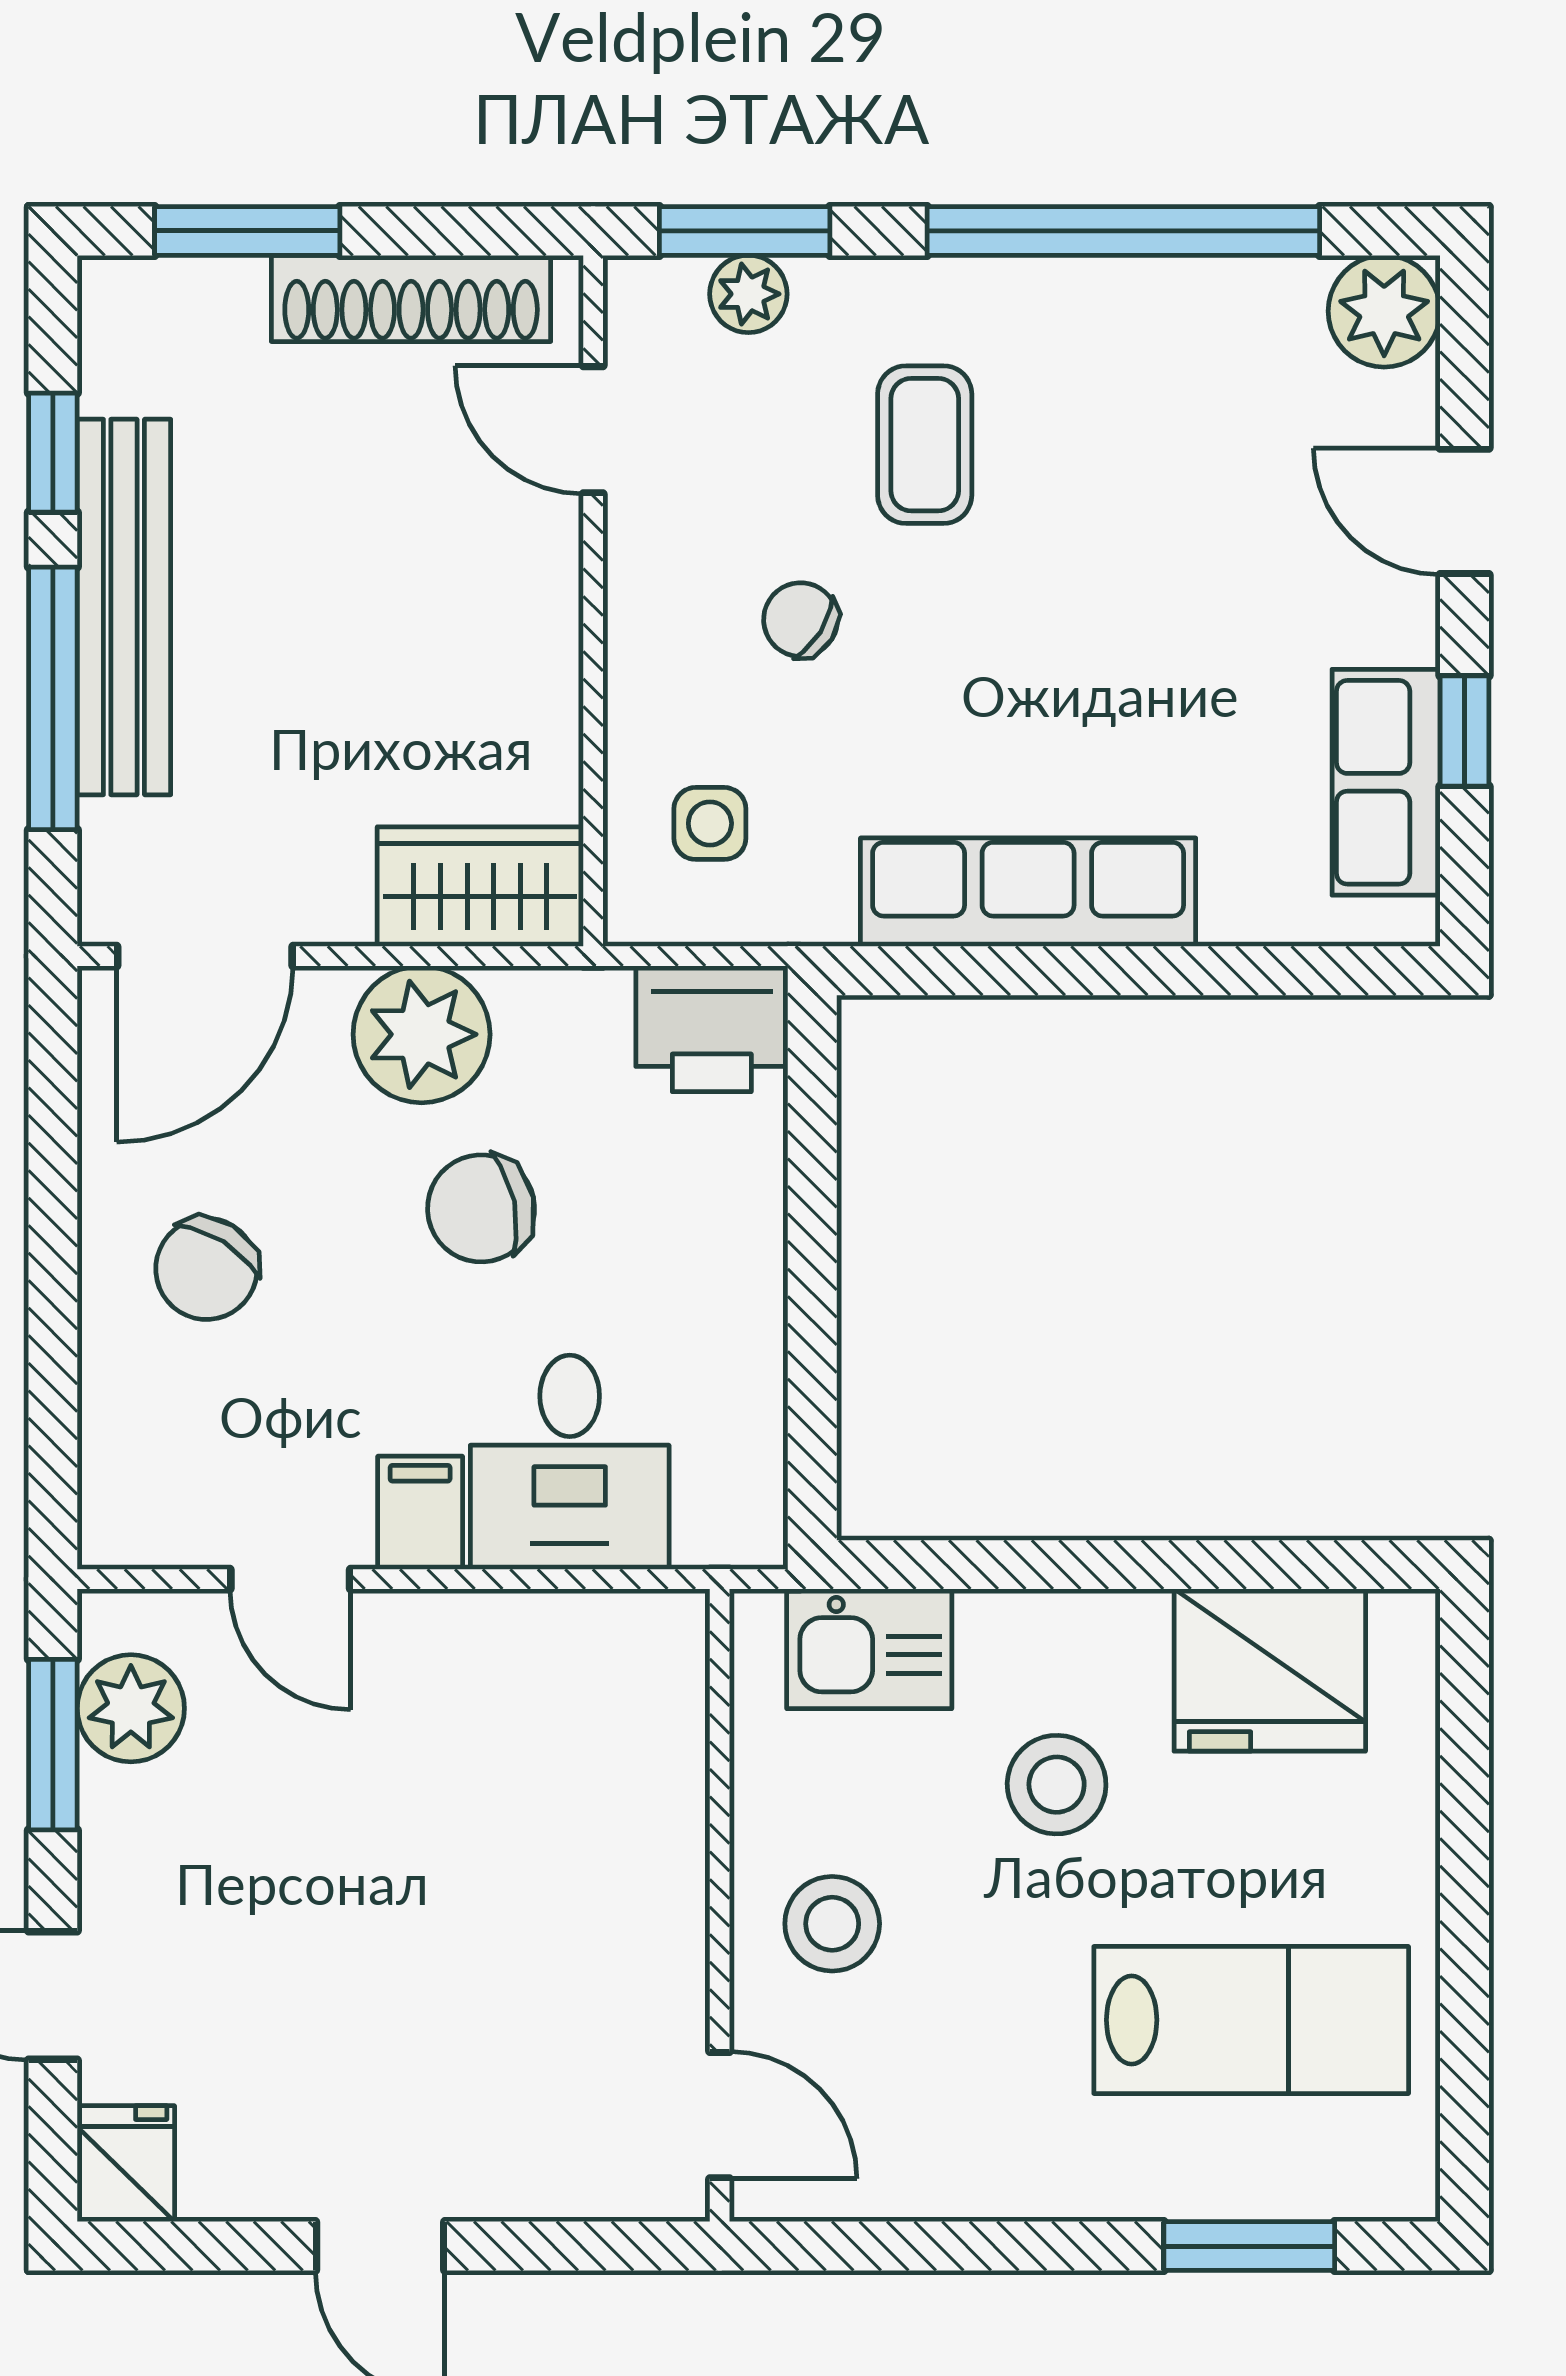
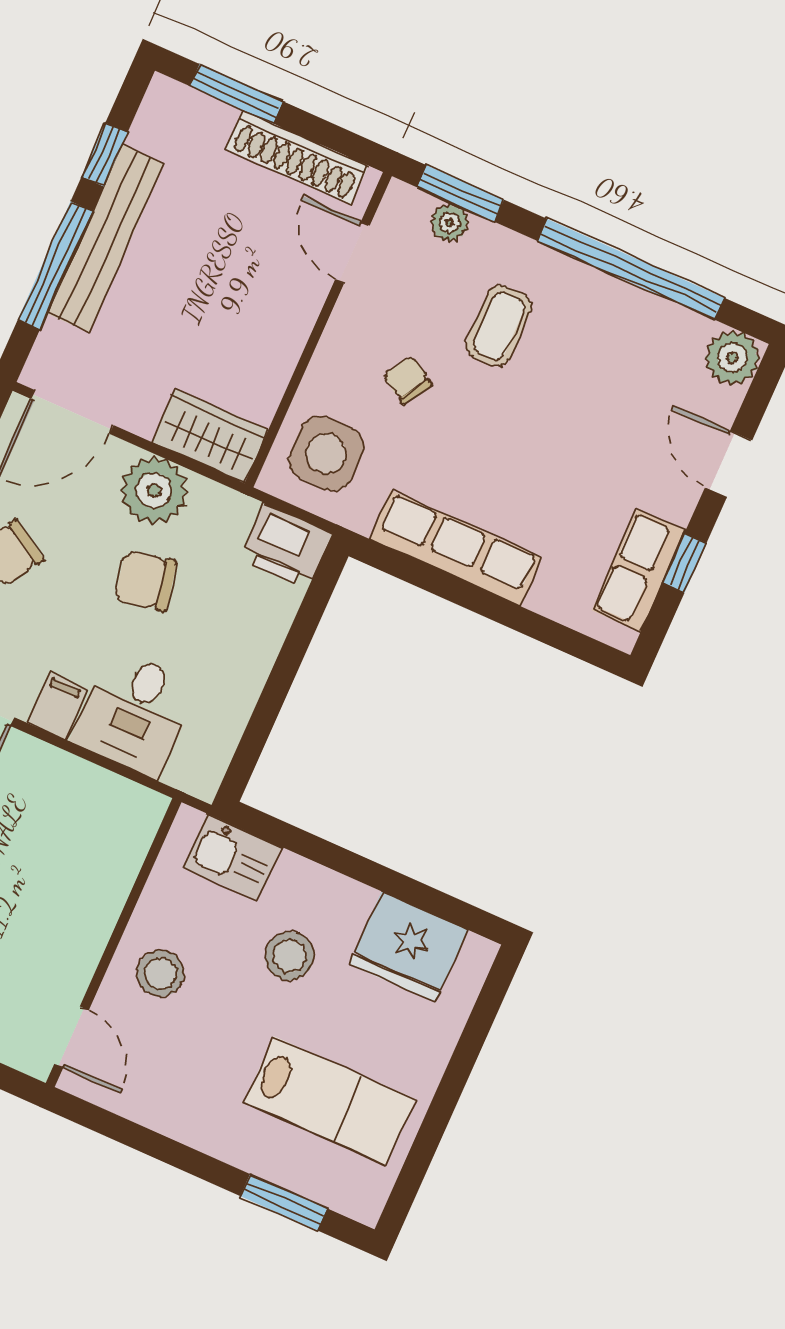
side table: (710, 823) -> (326, 453), width x1.87, depth x1.87

